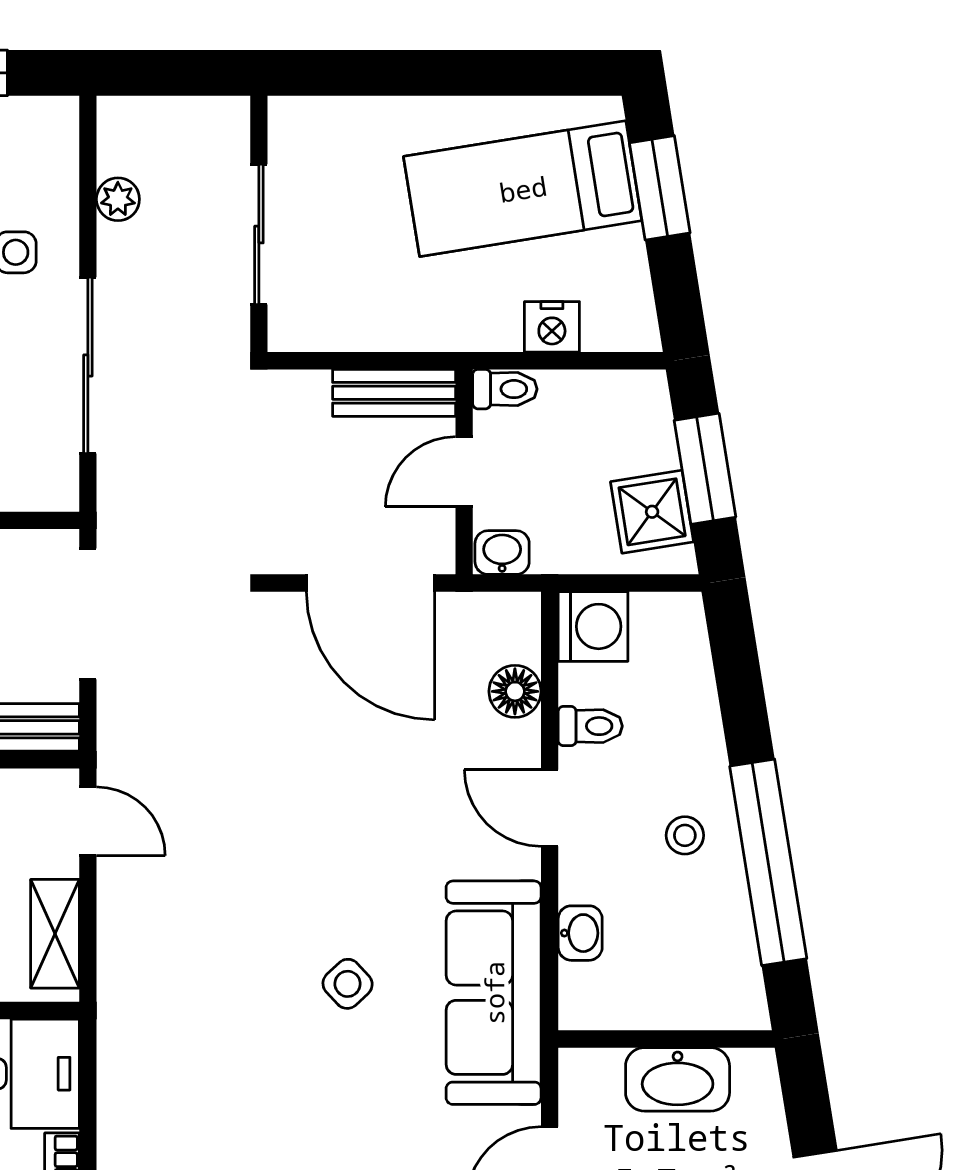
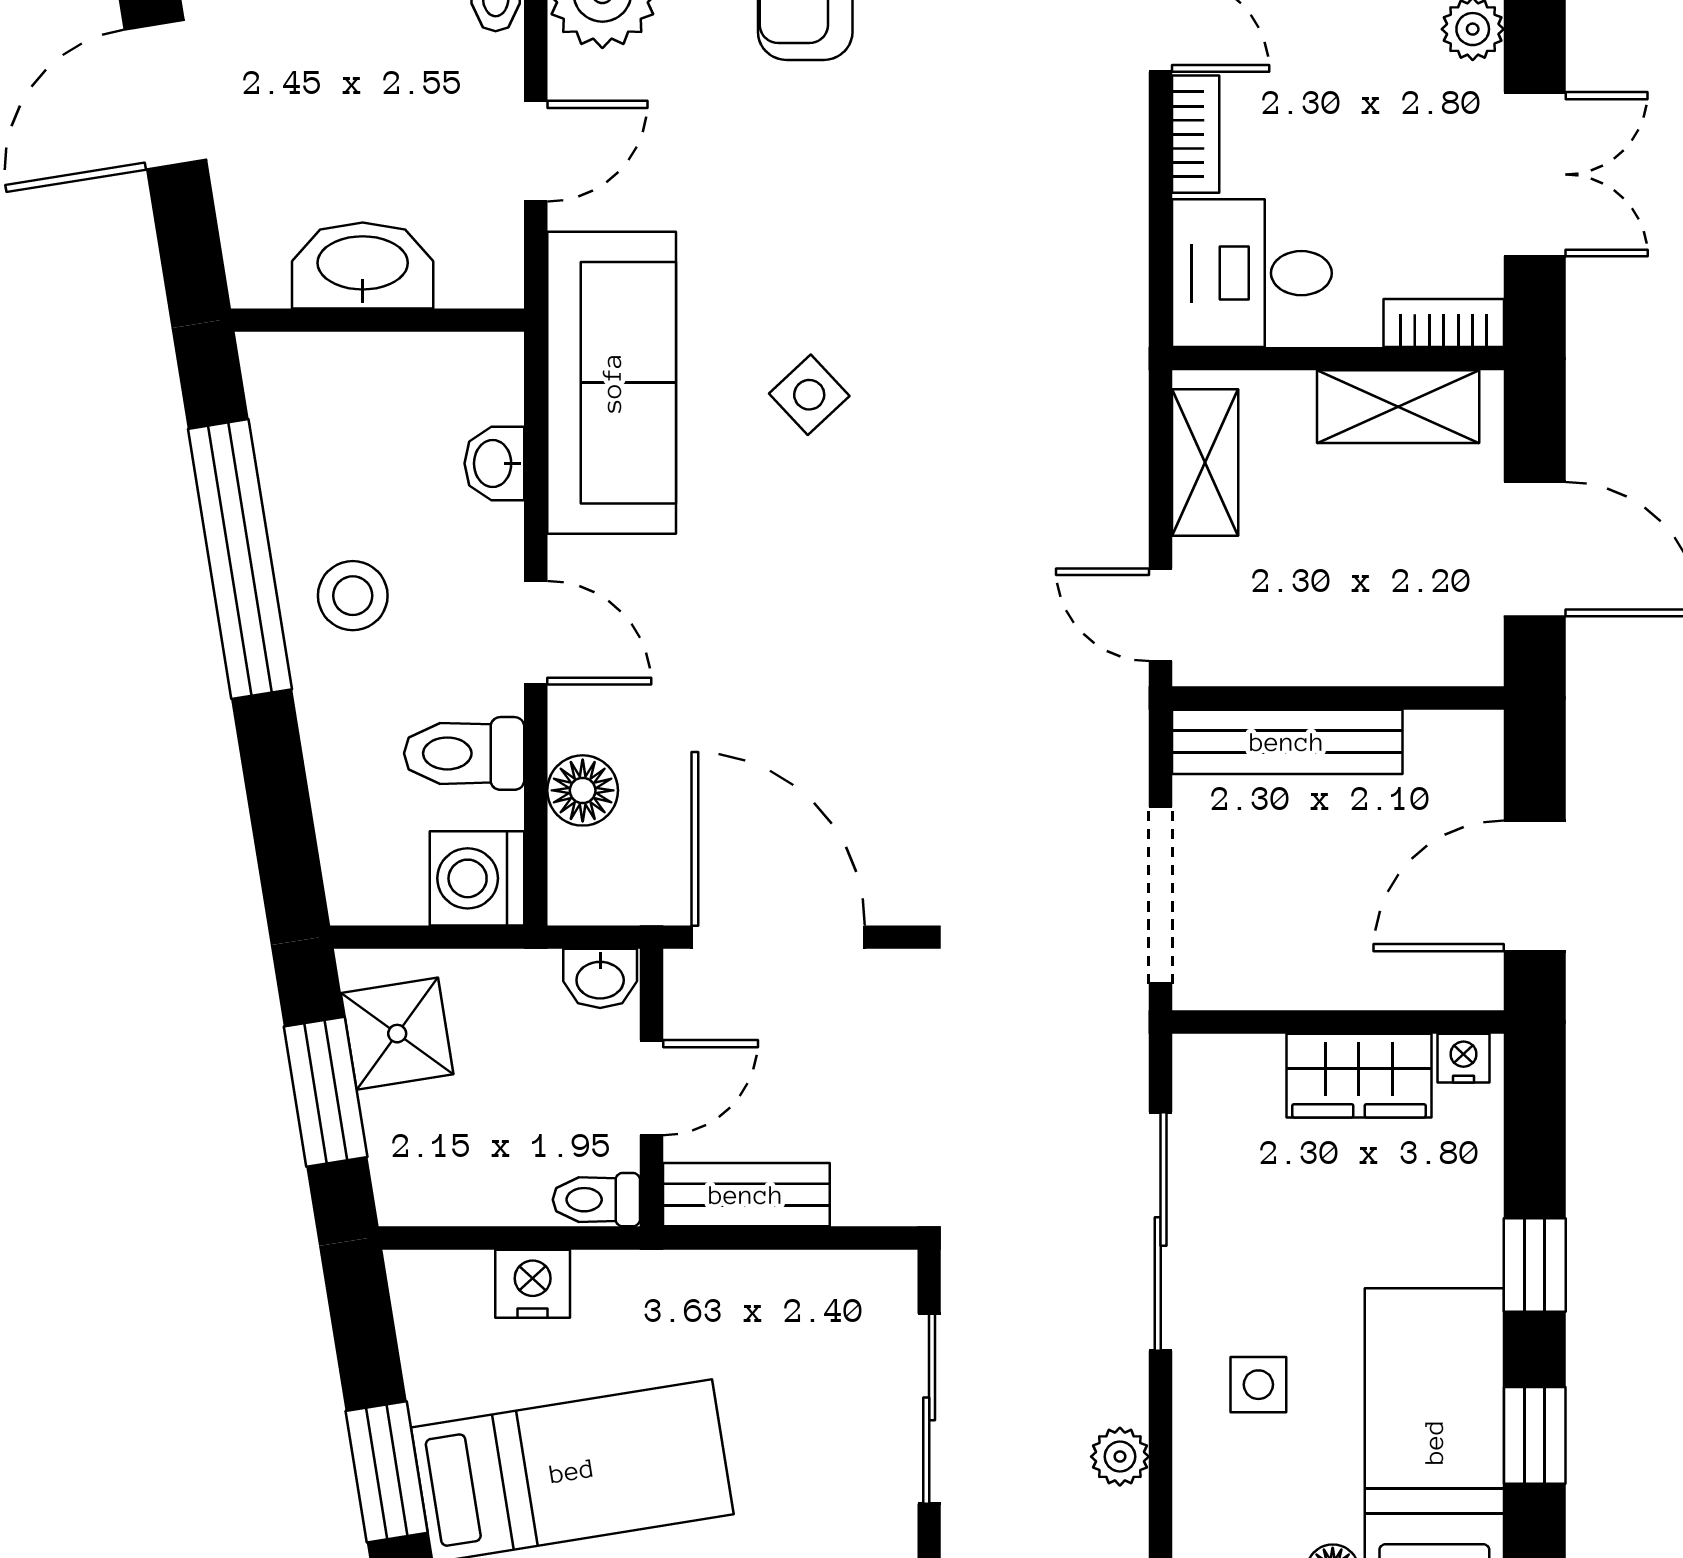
toilet: (590, 726) -> (464, 753), width x1.37, depth x1.39
stool: (685, 835) -> (353, 596), width x1.37, depth x1.37

